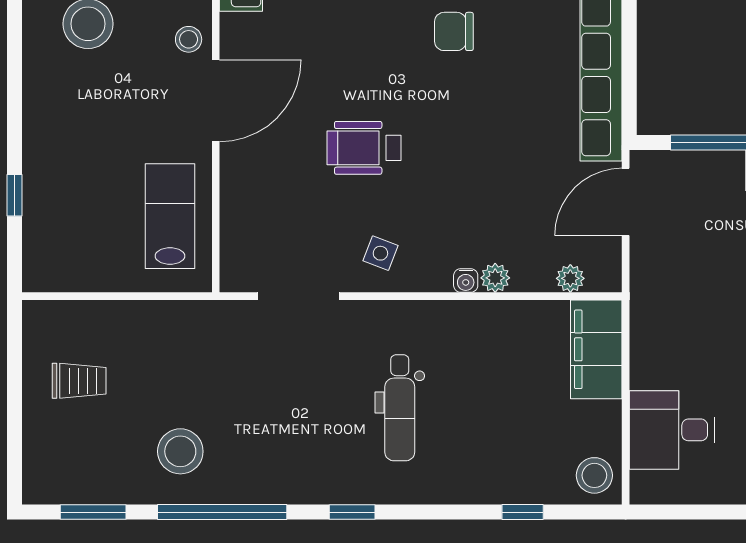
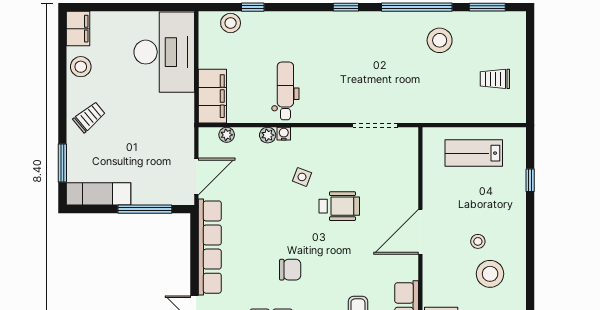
stool: (189, 39) -> (478, 241), moved
lab bench: (170, 216) -> (474, 153), moved, turned 90
side table: (380, 253) -> (302, 177), moved
dental chair: (400, 408) -> (285, 91), moved
desk: (672, 430) -> (164, 52), width x1.87, depth x1.30
stool: (594, 475) -> (231, 23), moved

